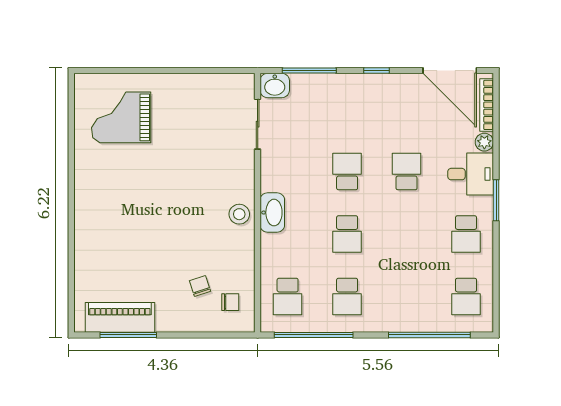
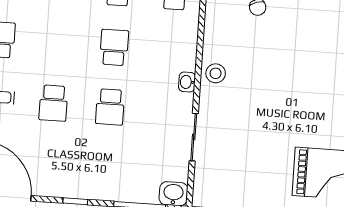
sliding door: (258, 124) -> (194, 137), moved
washbasin: (272, 213) -> (187, 82), width x0.52, depth x0.69

